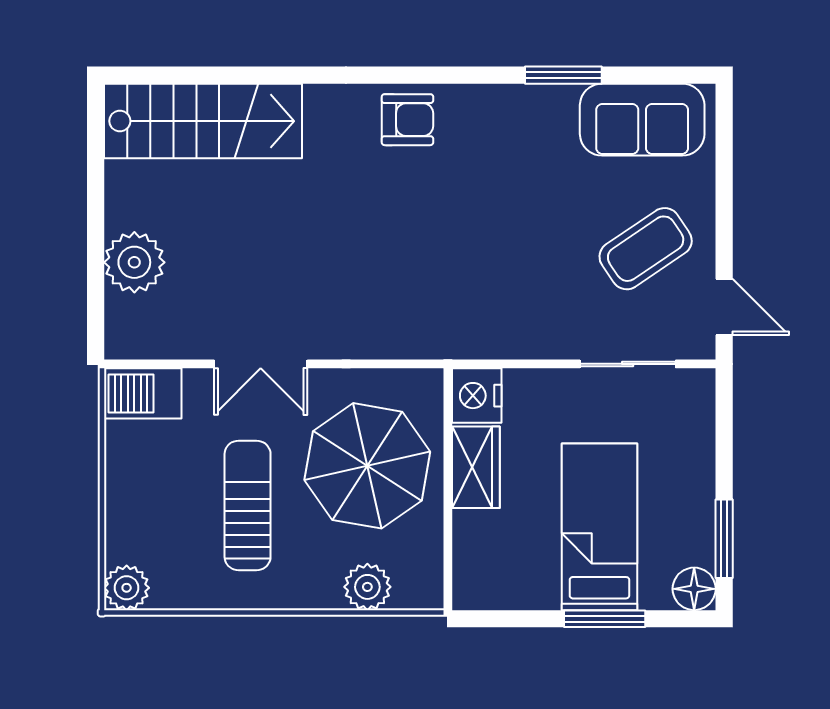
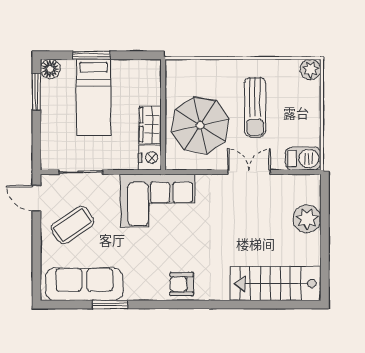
sofa: (642, 120) -> (84, 284), width x1.36
corner sofa: (460, 302) -> (157, 201), added
plant: (367, 587) -> (200, 70), removed

